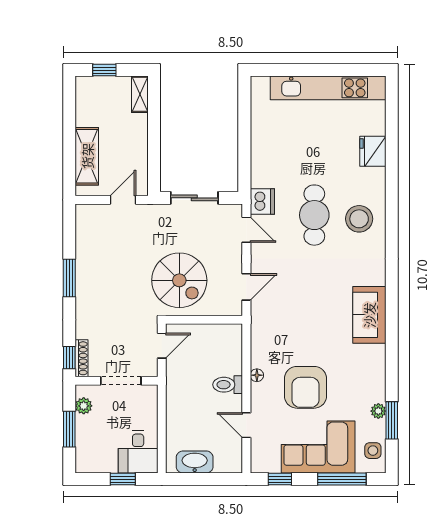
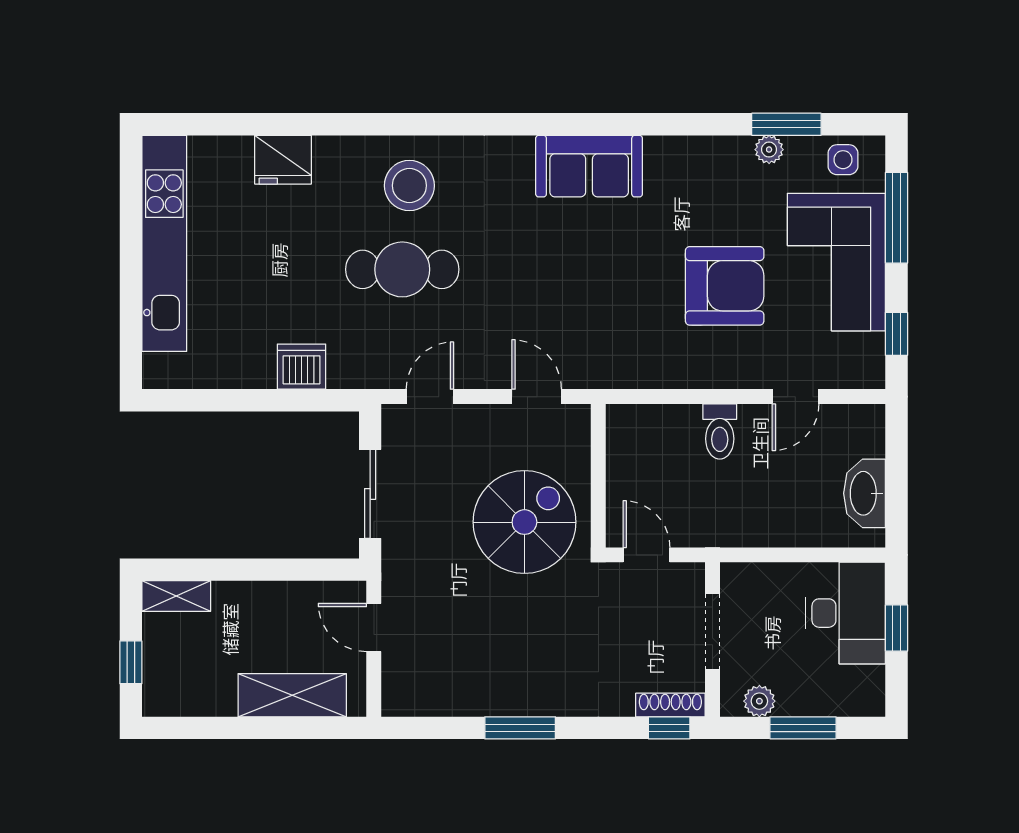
dishwasher: (262, 201) -> (302, 367), moved
floor lamp: (257, 375) -> (702, 377), removed
desk: (138, 452) -> (845, 613), width x1.37

